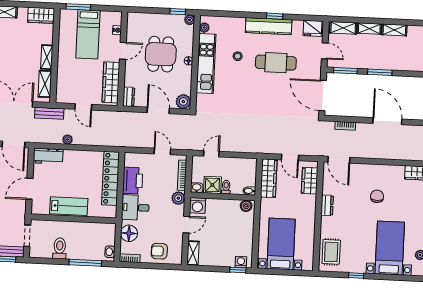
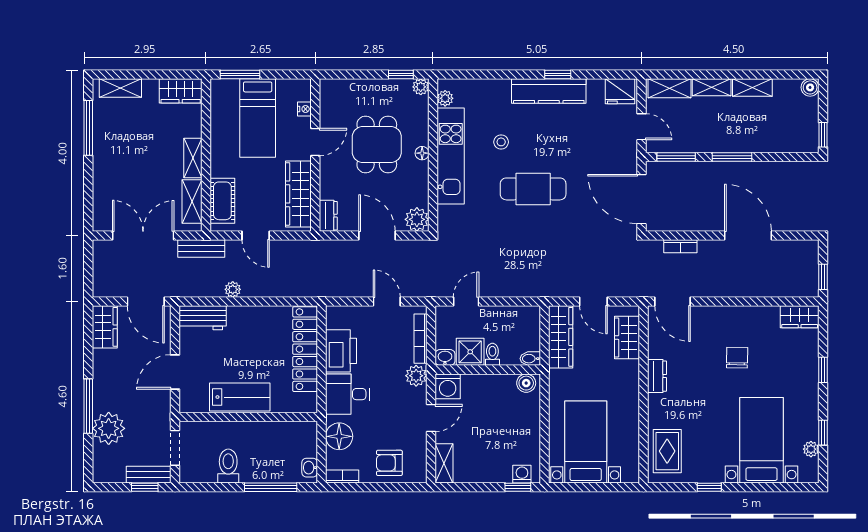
cafe table: (276, 63) -> (533, 189), moved
cot: (64, 84) -> (222, 201), added

